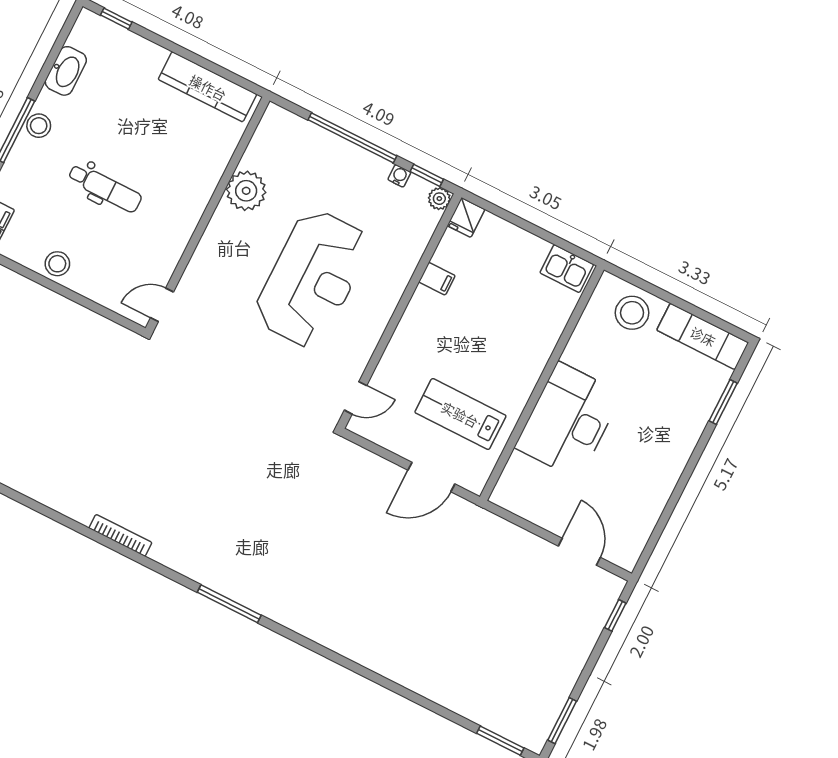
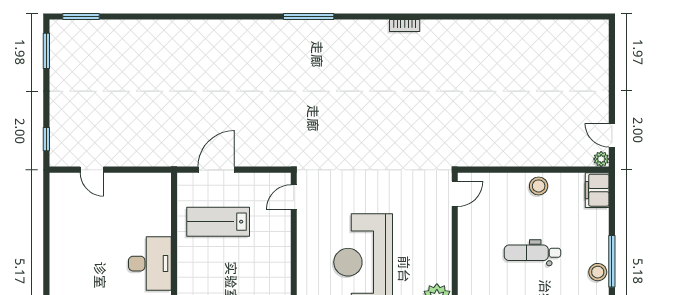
lab bench: (460, 414) -> (218, 222), turned 180
desk: (568, 421) -> (150, 264), width x0.73, depth x0.77
bookcase: (120, 535) -> (405, 25), width x0.64
door: (579, 552) -> (92, 170), width x0.73

